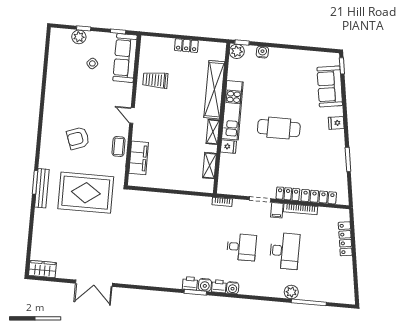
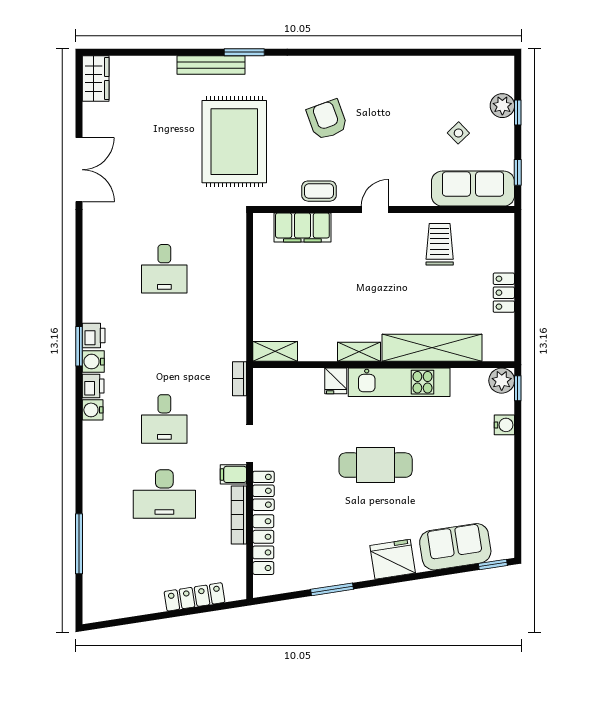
fridge: (336, 123) -> (393, 559), width x1.88, depth x1.34
cafe table: (279, 128) -> (376, 465), turned 90
shelving: (210, 166) -> (275, 351), moved
bench: (42, 188) -> (211, 65), moved
desk: (155, 239) -> (164, 269), added
double door: (94, 283) -> (79, 170), swing flipped
plant: (291, 292) -> (94, 512), removed

